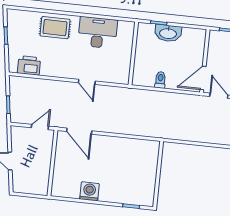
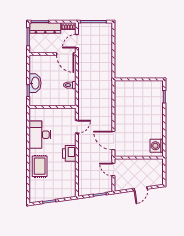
printer: (29, 65) -> (69, 153), moved
door: (87, 82) -> (77, 127), moved
door: (79, 131) -> (113, 141), swing flipped
washing machine: (89, 191) -> (157, 146), moved

